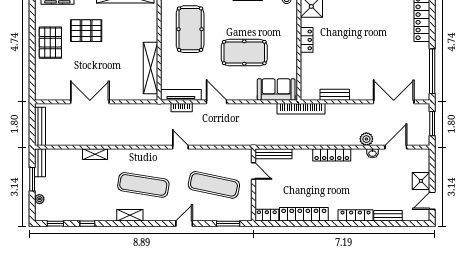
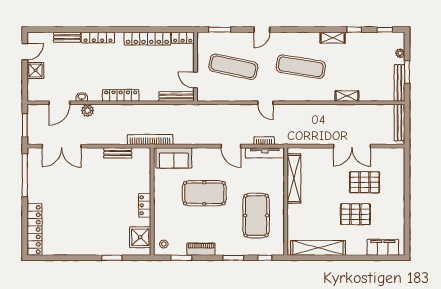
pallet: (50, 43) -> (365, 182), moved, turned 90
bench: (40, 163) -> (399, 83), width x1.36
shelving: (130, 215) -> (333, 38), moved

